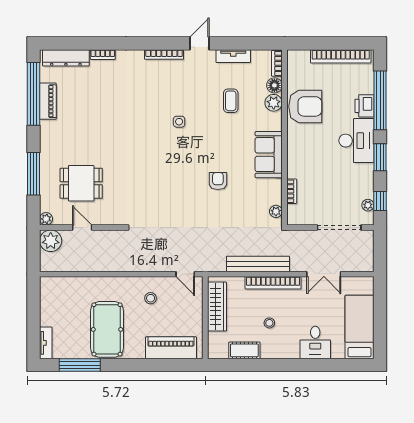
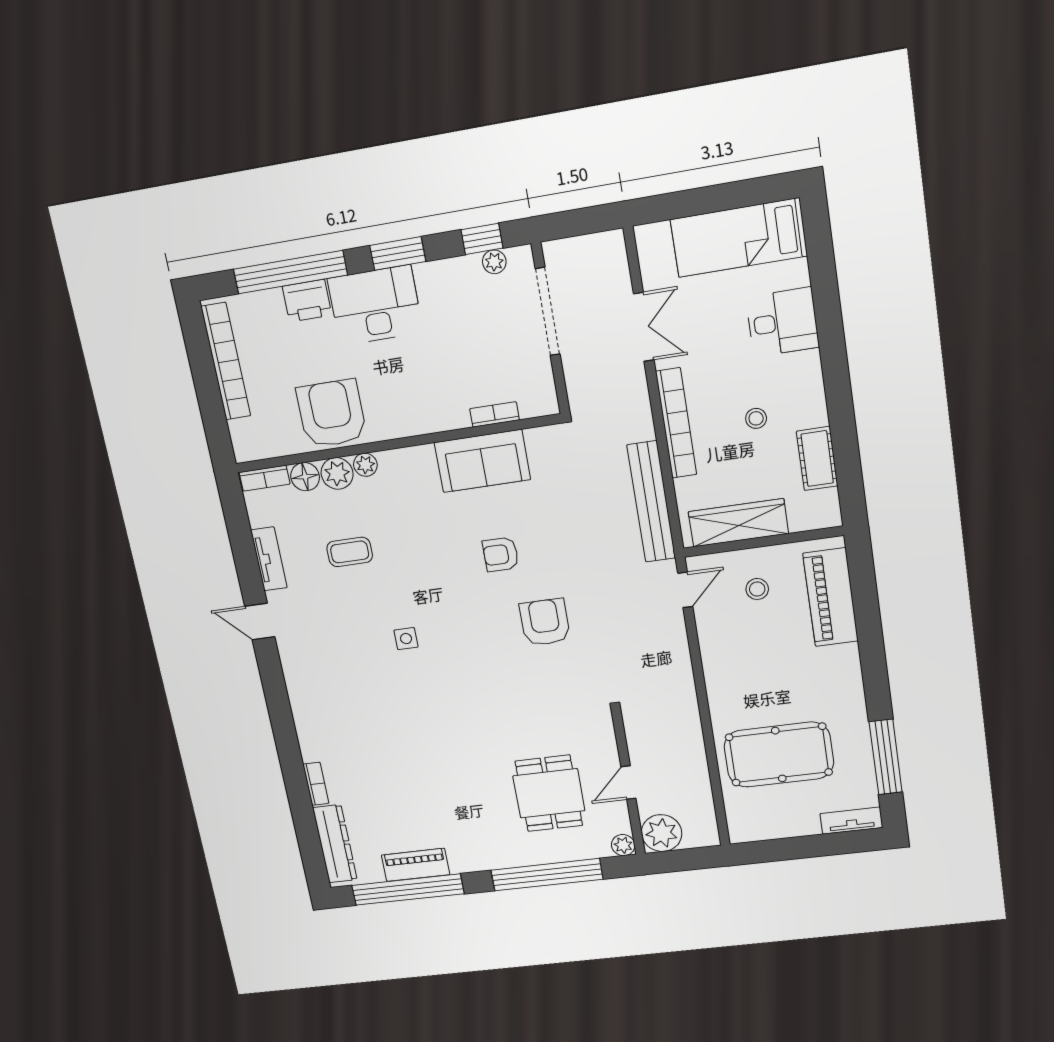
bookcase: (164, 55) -> (293, 680), removed
sofa: (269, 155) -> (482, 461), moved
window: (33, 174) -> (547, 875), width x1.46
armchair: (178, 198) -> (545, 622), added
plant: (276, 211) -> (365, 465), moved
bench: (258, 264) -> (651, 502), moved
stool: (151, 298) -> (757, 589), moved
pool table: (107, 329) -> (779, 755), moved

